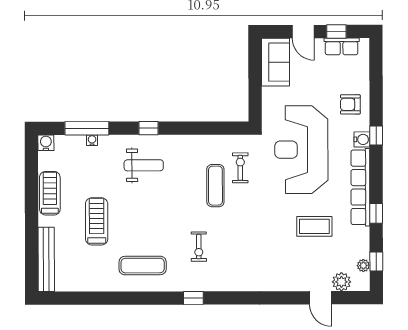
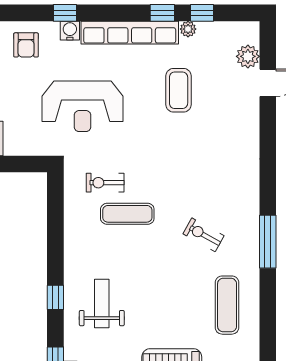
reception desk: (301, 150) -> (83, 106), width x0.74, depth x0.77
exercise bike: (199, 247) -> (203, 235), turned -151
window: (376, 262) -> (202, 13), moved
plant: (363, 265) -> (188, 29), moved
window: (193, 298) -> (268, 242), width x2.17

